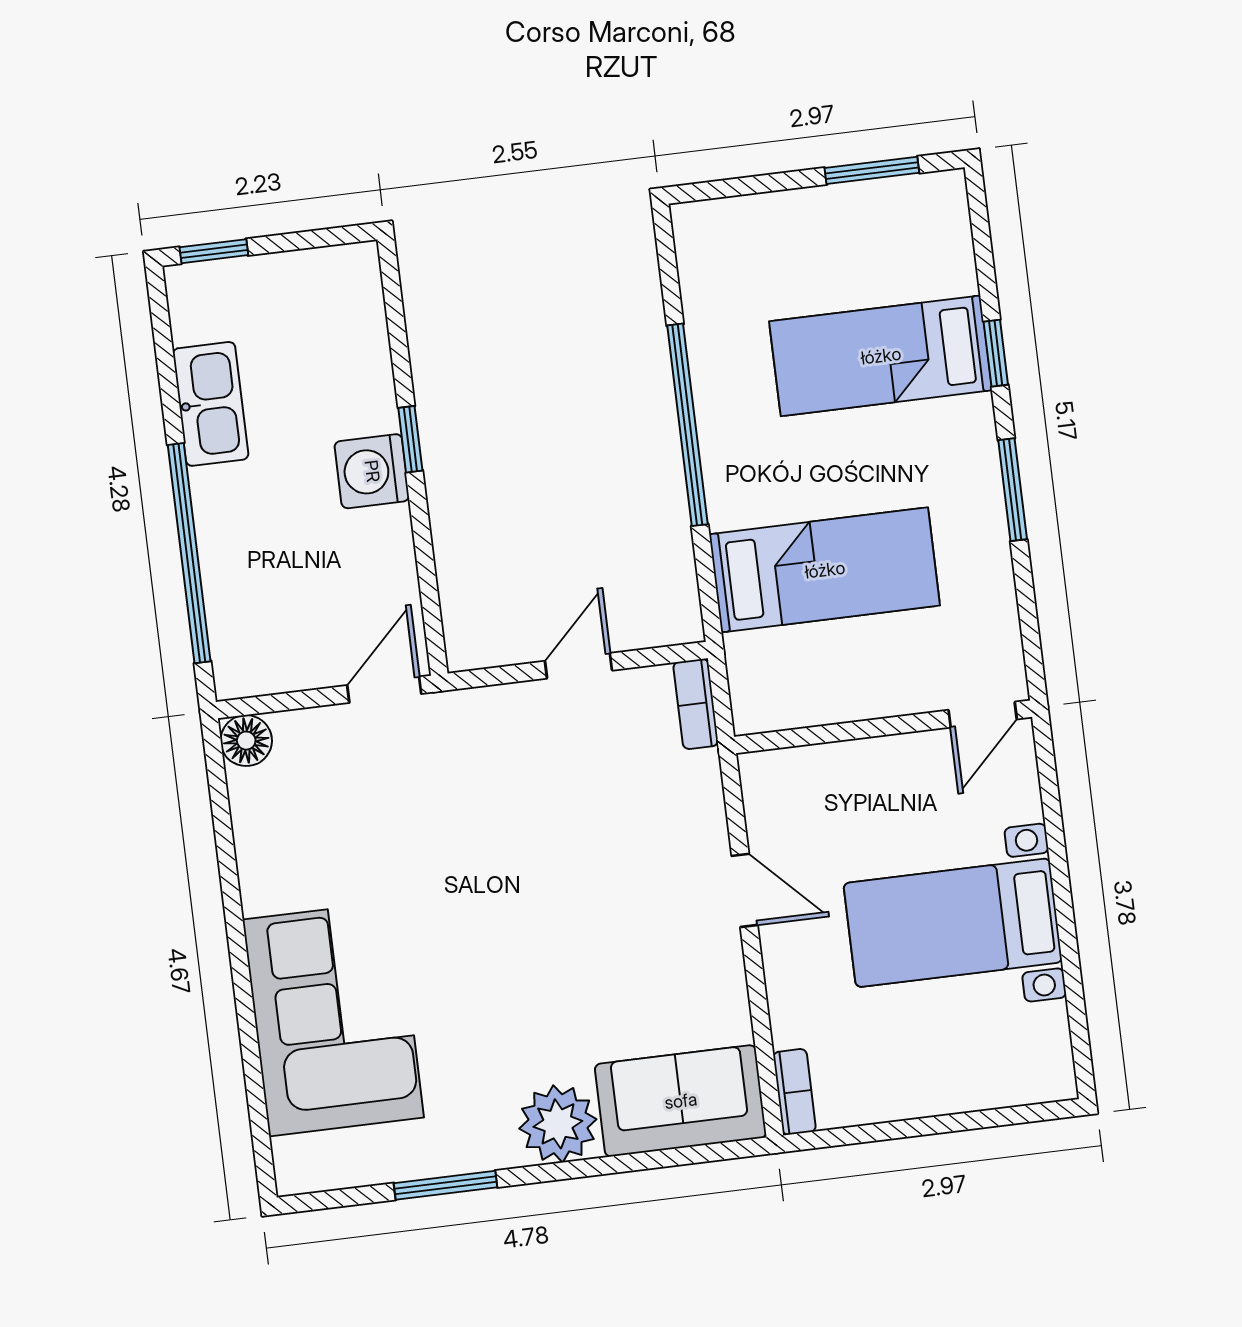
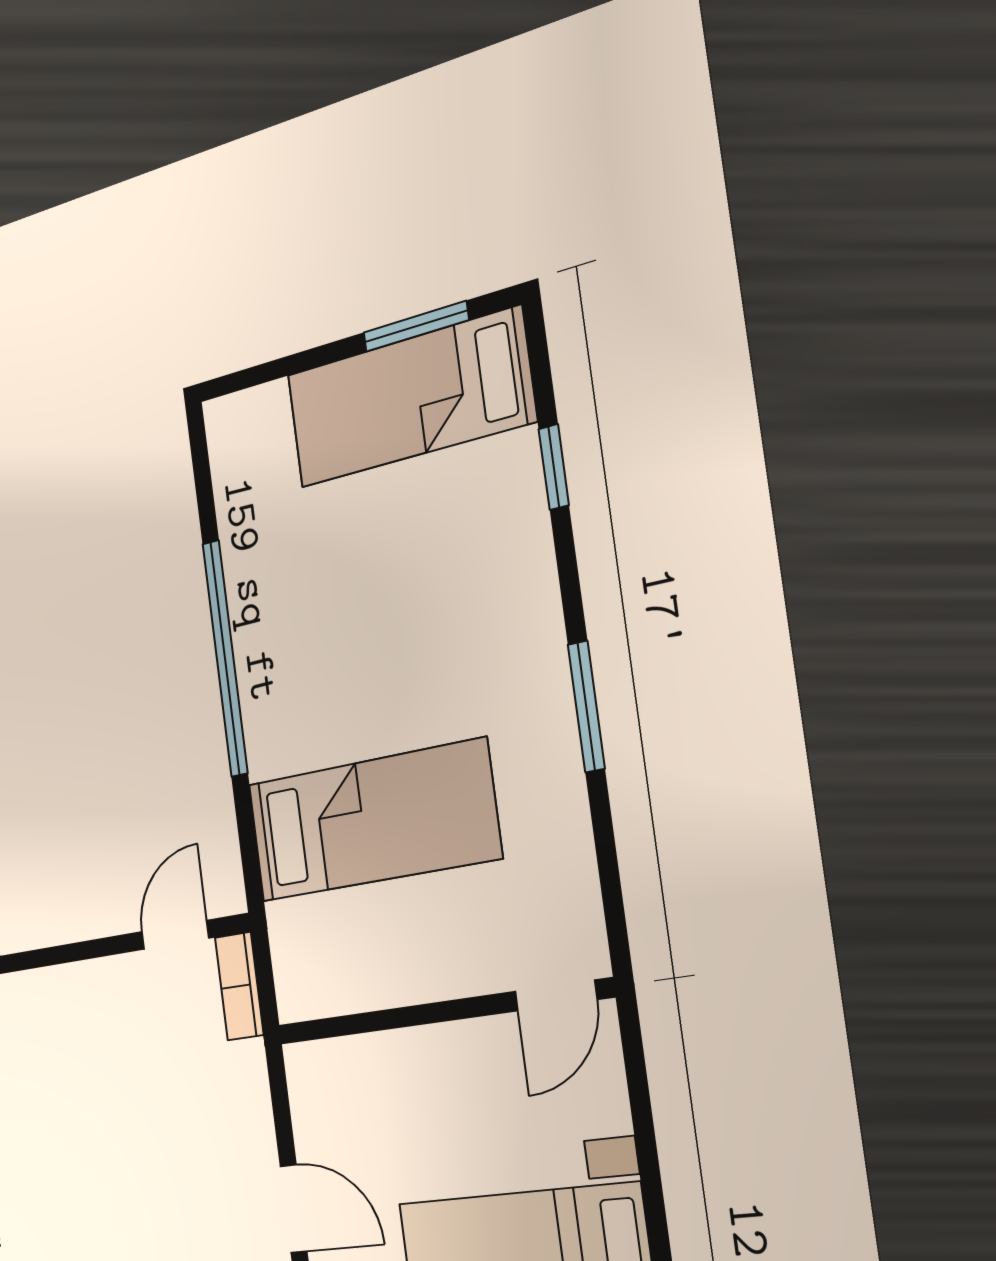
window: (996, 353) -> (554, 467), moved
bed: (881, 356) -> (409, 398), moved
door: (579, 666) -> (175, 935), moved

